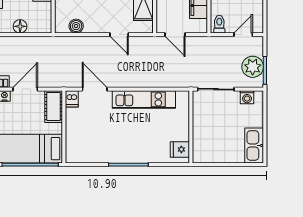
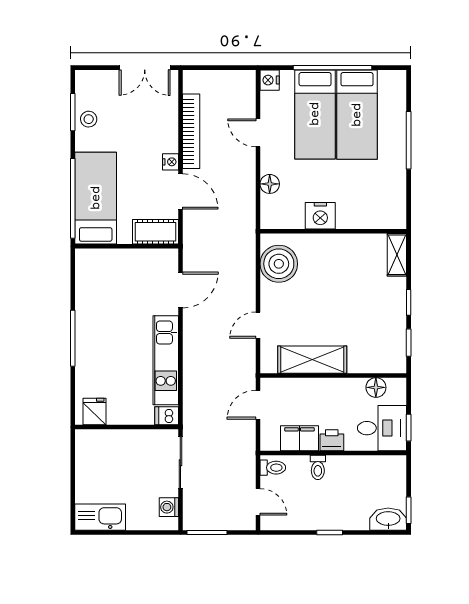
boiler: (76, 26) -> (279, 264), width x1.86, depth x1.86
plant: (253, 67) -> (212, 515), removed
dishwasher: (72, 99) -> (167, 416), moved

